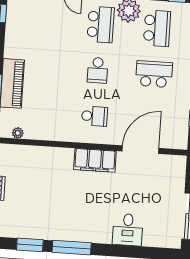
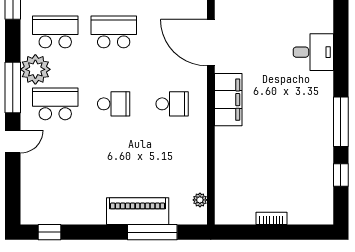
school desk: (154, 74) -> (114, 32), turned 90
school desk: (95, 116) -> (172, 104), turned 90
window: (30, 245) -> (341, 175), width x0.67

